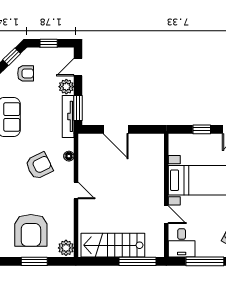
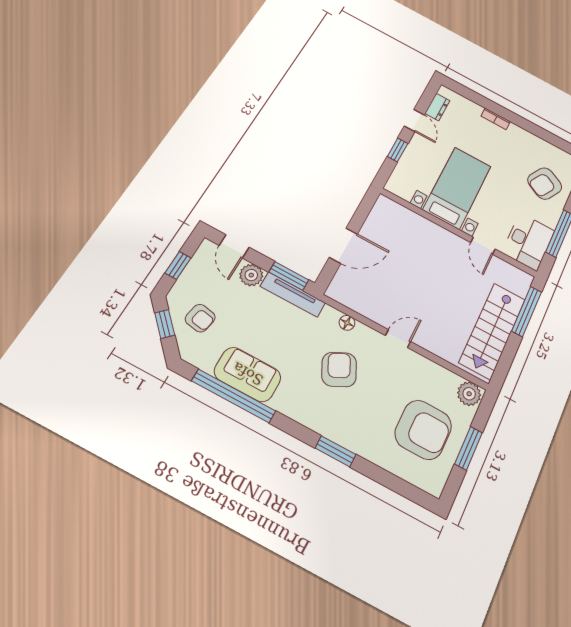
armchair: (26, 73) -> (200, 318), turned 100
door: (166, 215) -> (483, 246), swing flipped
desk: (182, 243) -> (528, 242), width x1.37

